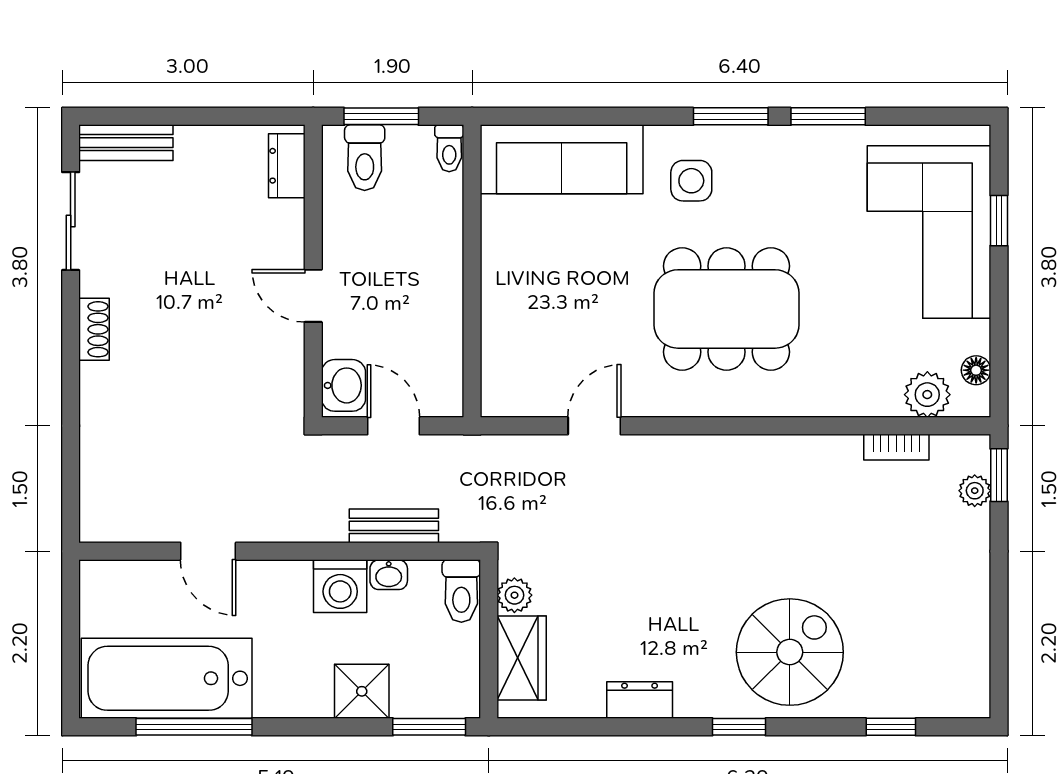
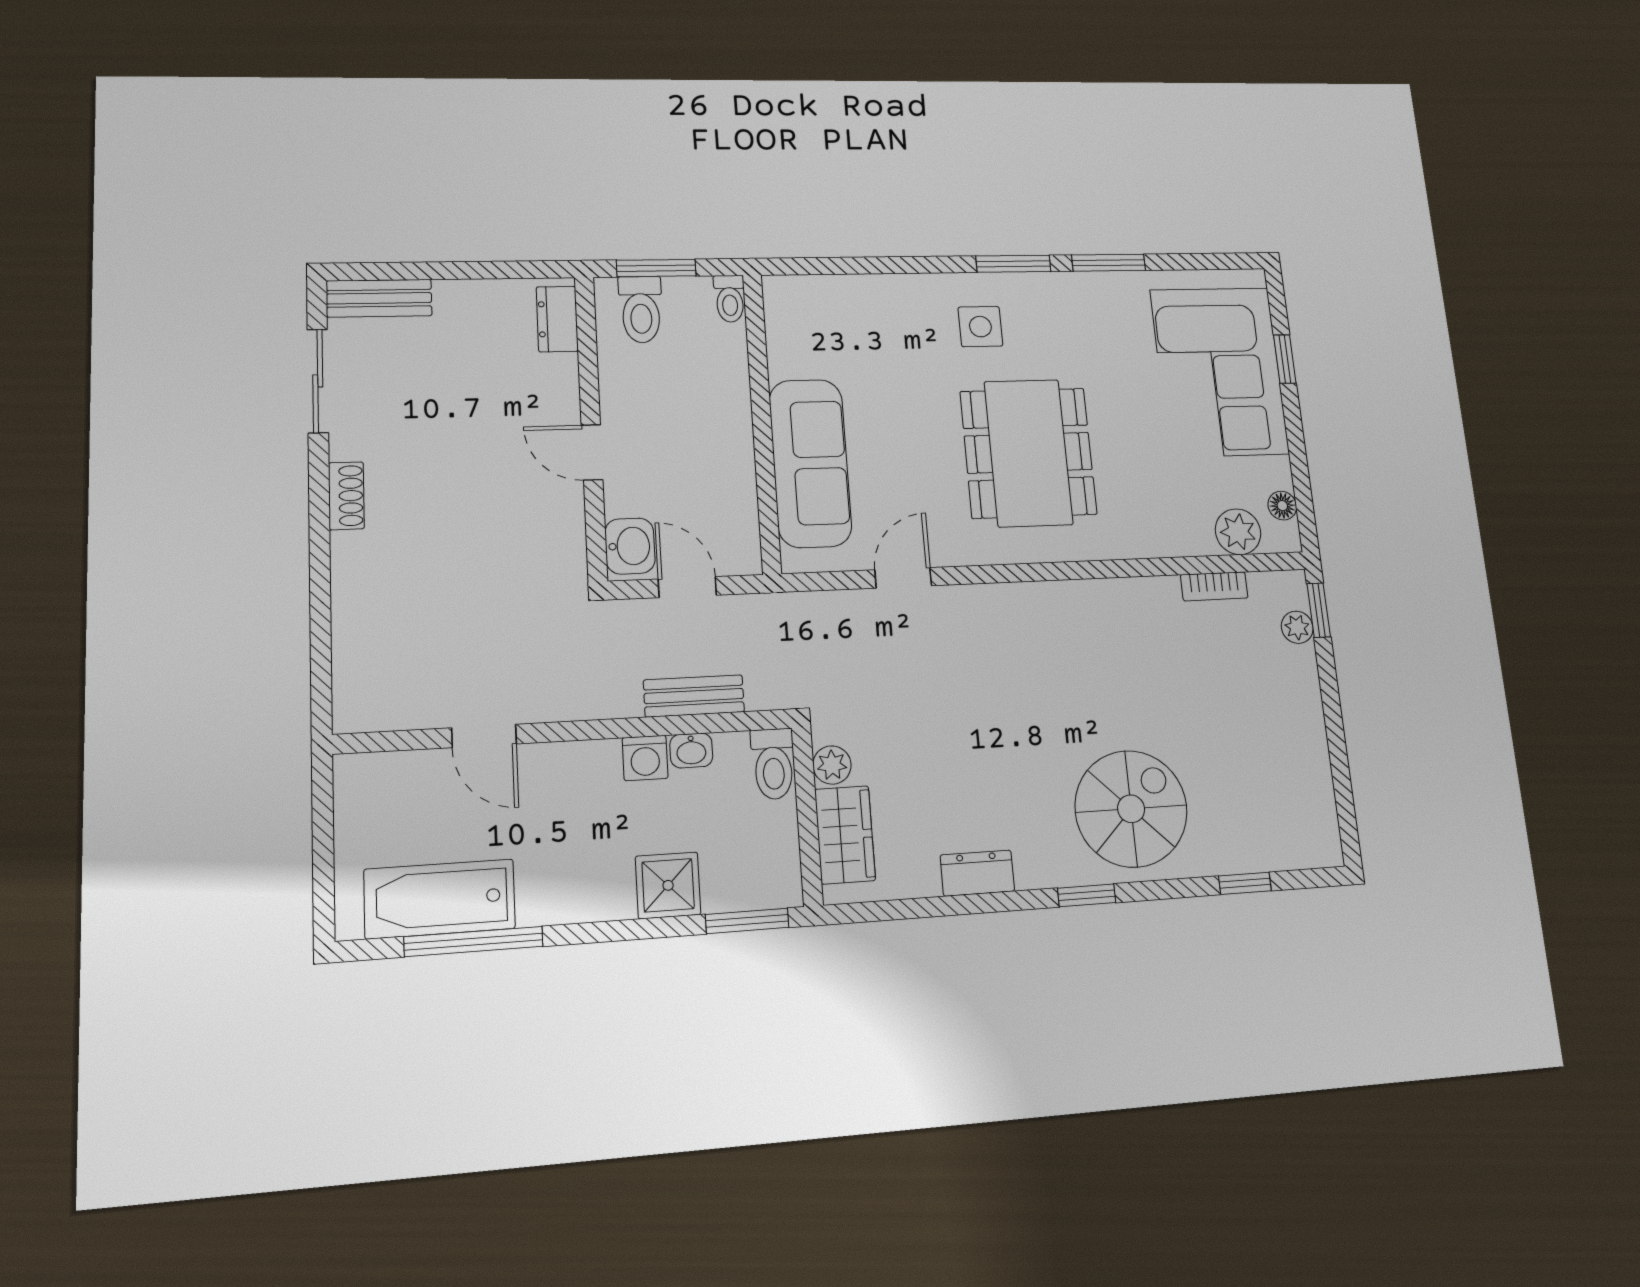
sofa: (562, 159) -> (810, 463), moved, turned -90
dining table: (727, 309) -> (1028, 453), turned 90
washing machine: (340, 586) -> (645, 758), width x0.73, depth x0.73
bathtub: (167, 678) -> (440, 899), width x0.73, depth x0.73

